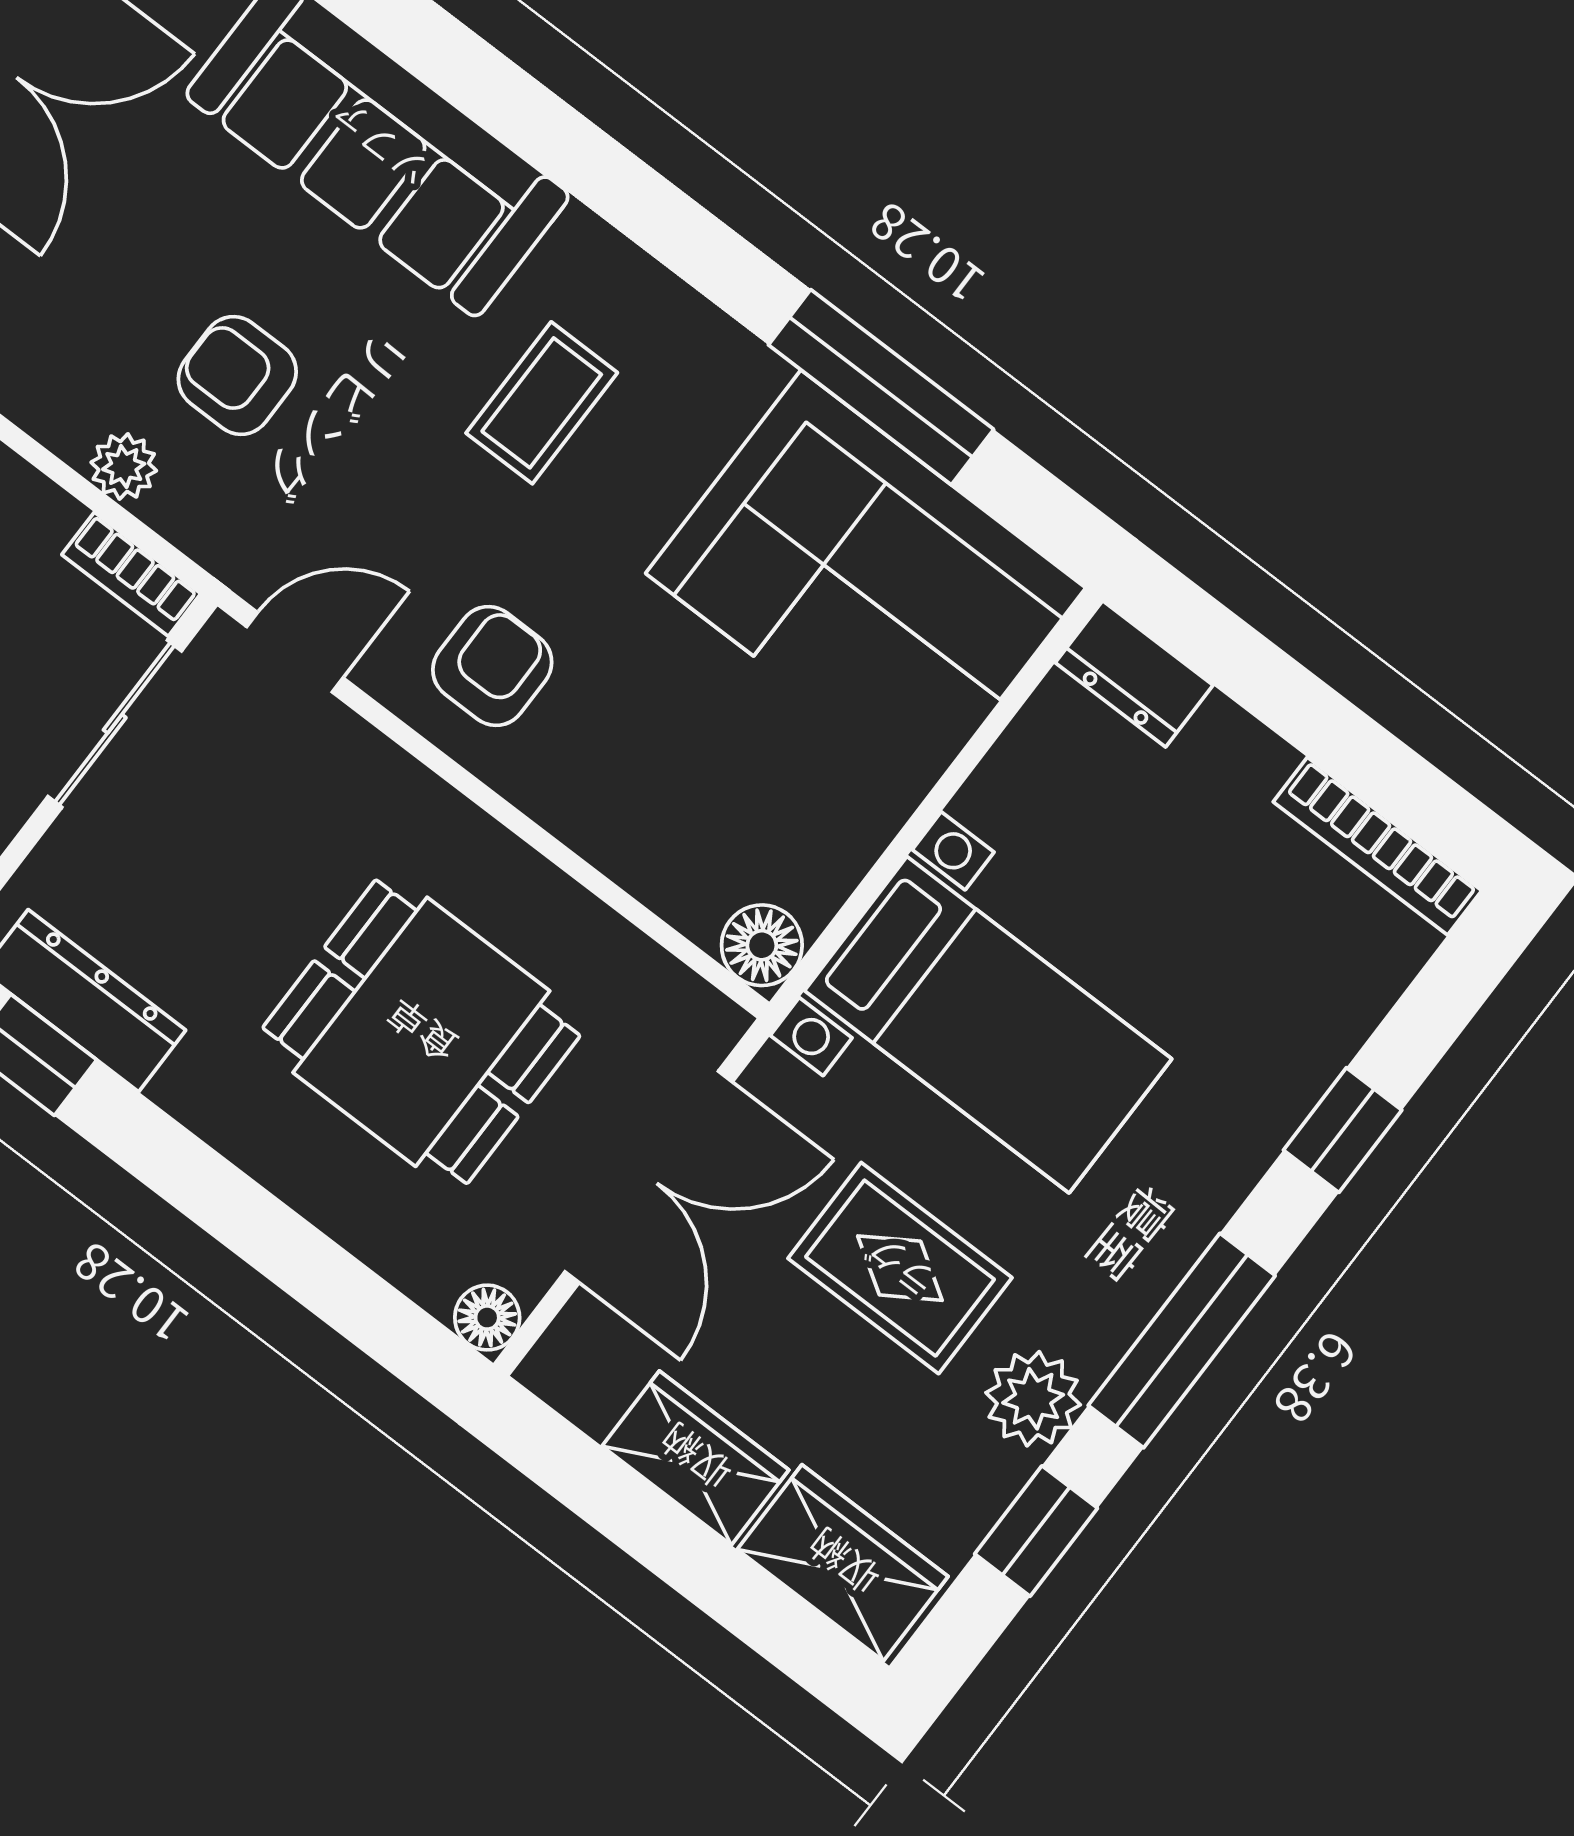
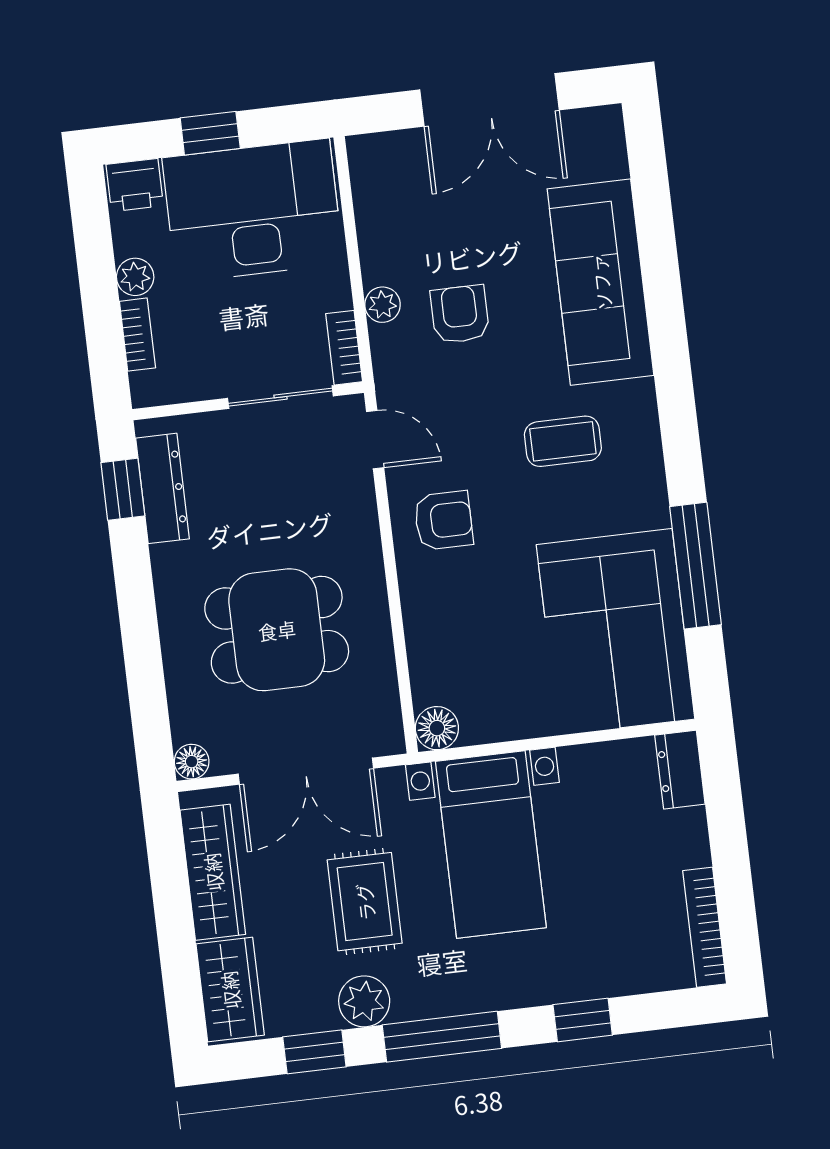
dining table: (421, 1032) -> (277, 630), turned 90
wardrobe: (695, 1458) -> (213, 872), width x1.50

